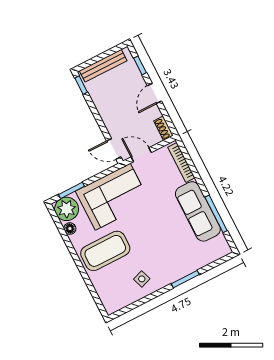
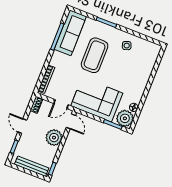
door: (154, 93) -> (22, 126), swing flipped
plant: (113, 116) -> (54, 138), added
door: (141, 155) -> (61, 104), hinge flipped
sofa: (198, 211) -> (70, 33), moved
coffee table: (105, 251) -> (95, 55), moved, turned 90

